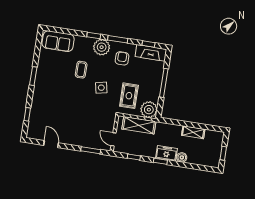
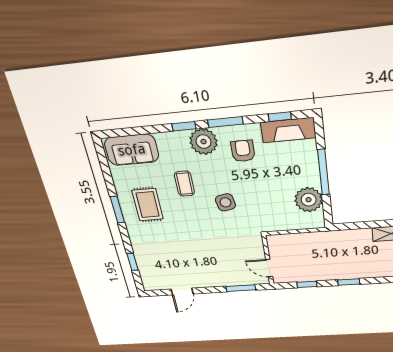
rug: (129, 96) -> (148, 205), moved
plant: (149, 110) -> (309, 200), moved
shelving: (139, 125) -> (301, 242), removed
door: (51, 144) -> (182, 292), swing flipped
freezer: (166, 153) -> (355, 270), removed
boiler: (182, 157) -> (381, 271), removed

